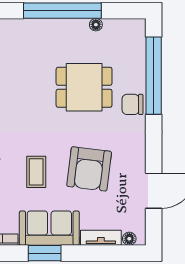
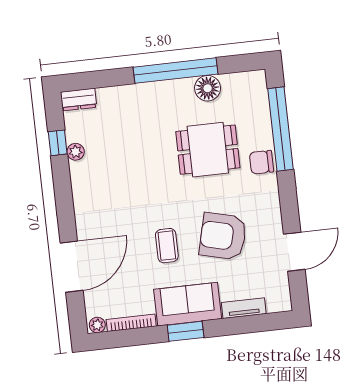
floor lamp: (96, 25) -> (208, 88), width x1.89, depth x1.89
armchair: (89, 169) -> (223, 236), turned 97
floor lamp: (129, 239) -> (274, 306), removed

